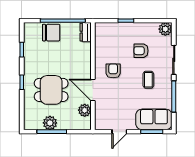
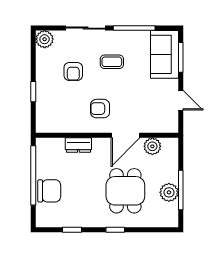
dresser: (86, 32) -> (78, 145), moved
chair: (51, 33) -> (49, 191), turned 90

